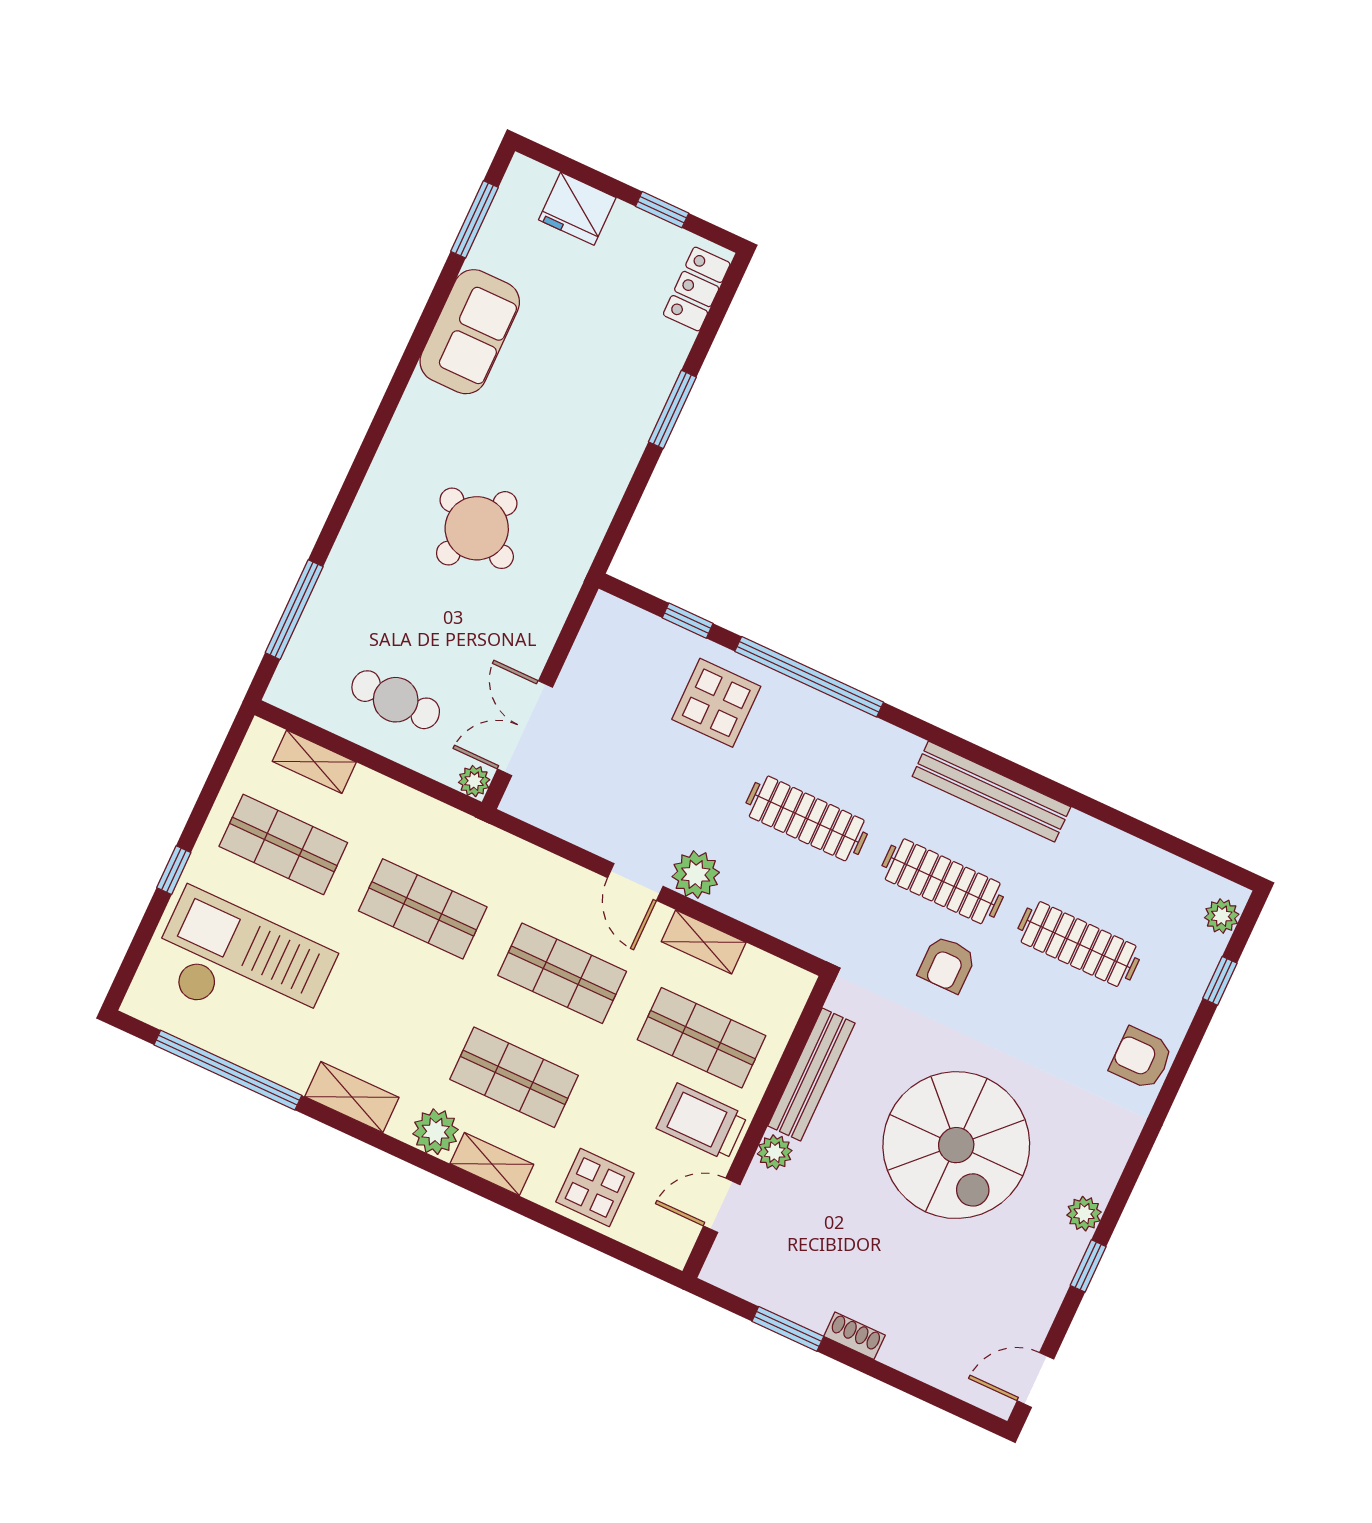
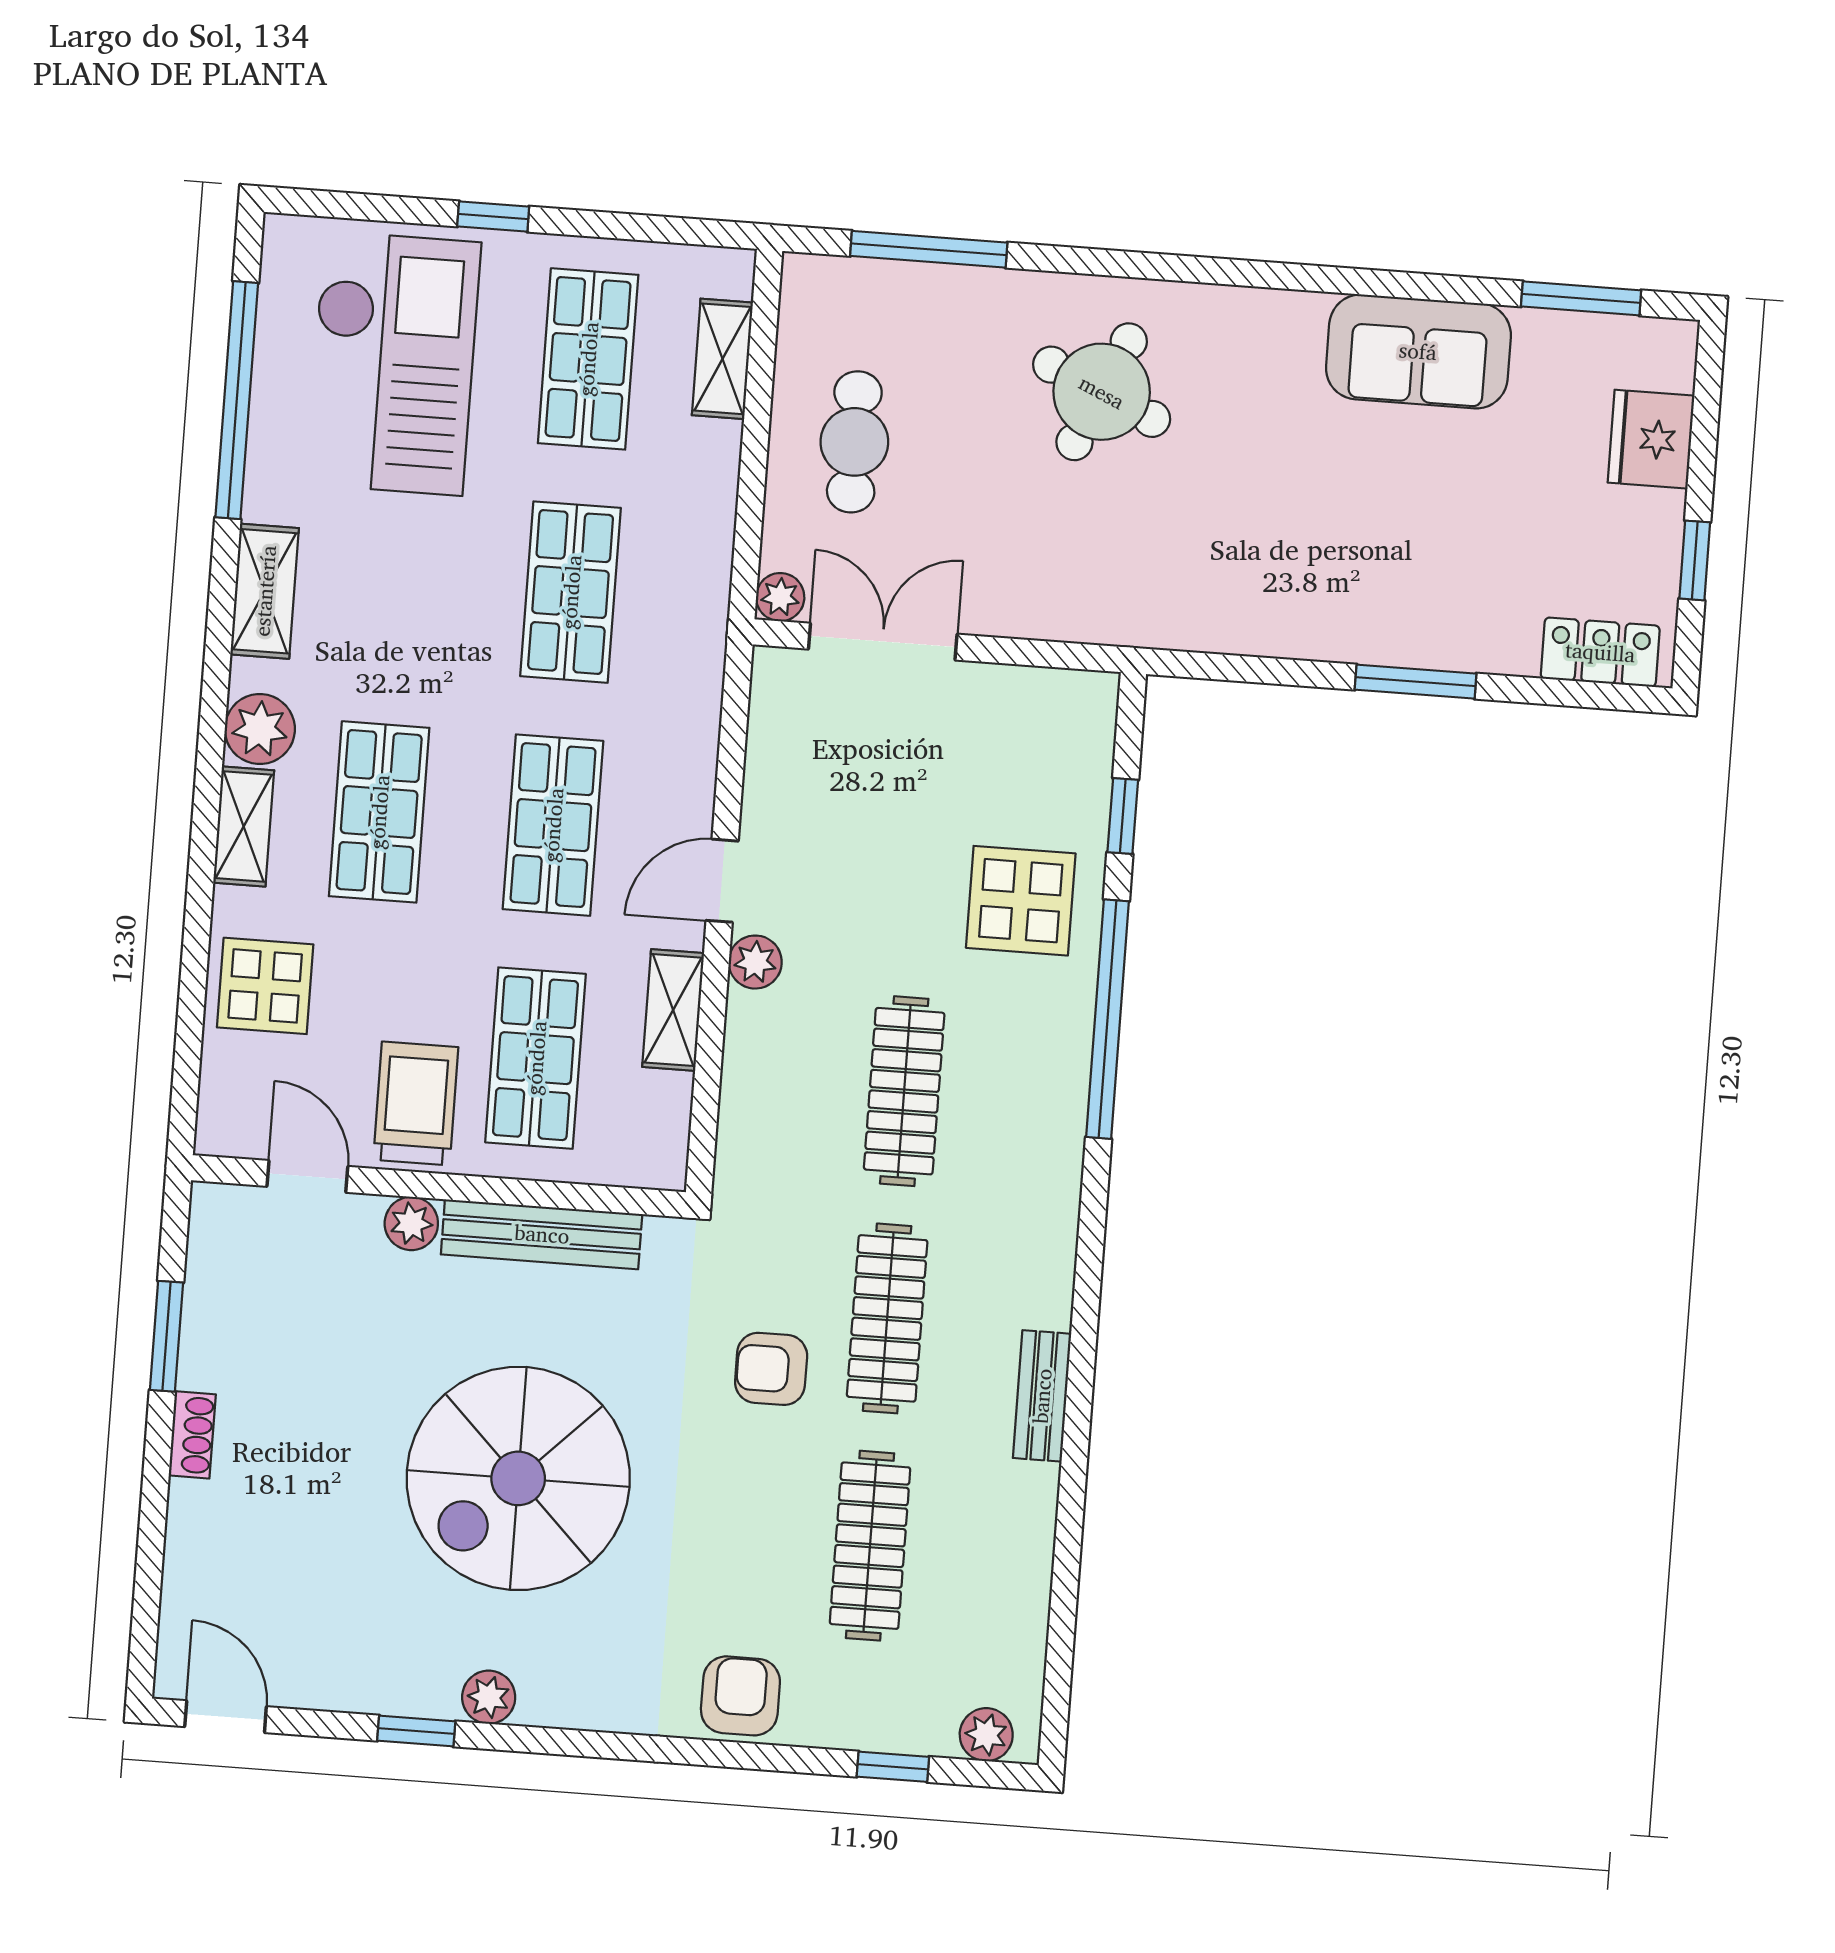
round table: (477, 528) -> (1102, 392), moved
bench: (991, 792) -> (1042, 1396), width x0.54, depth x0.82
plant: (696, 874) -> (755, 962), width x0.73, depth x0.73

